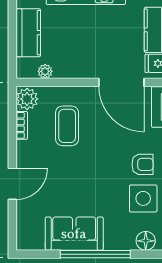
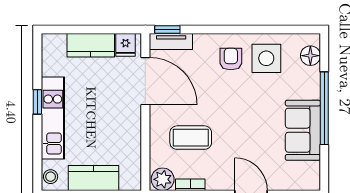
plant: (45, 71) -> (134, 161), removed
door: (121, 82) -> (145, 81), hinge flipped

